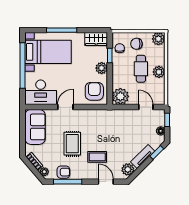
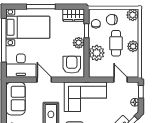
plant: (120, 96) -> (97, 53), moved
door: (65, 107) -> (44, 80), hinge flipped
corner sofa: (109, 125) -> (85, 97), added

